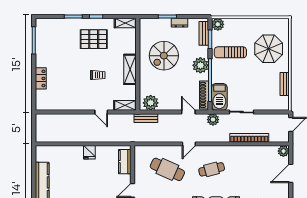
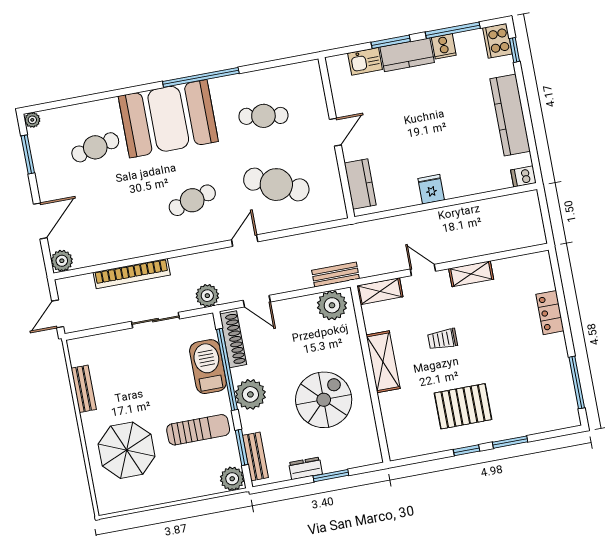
shelving: (125, 23) -> (471, 274), moved
barbecue: (219, 97) -> (208, 367), moved
dishwasher: (41, 150) -> (523, 176), added

